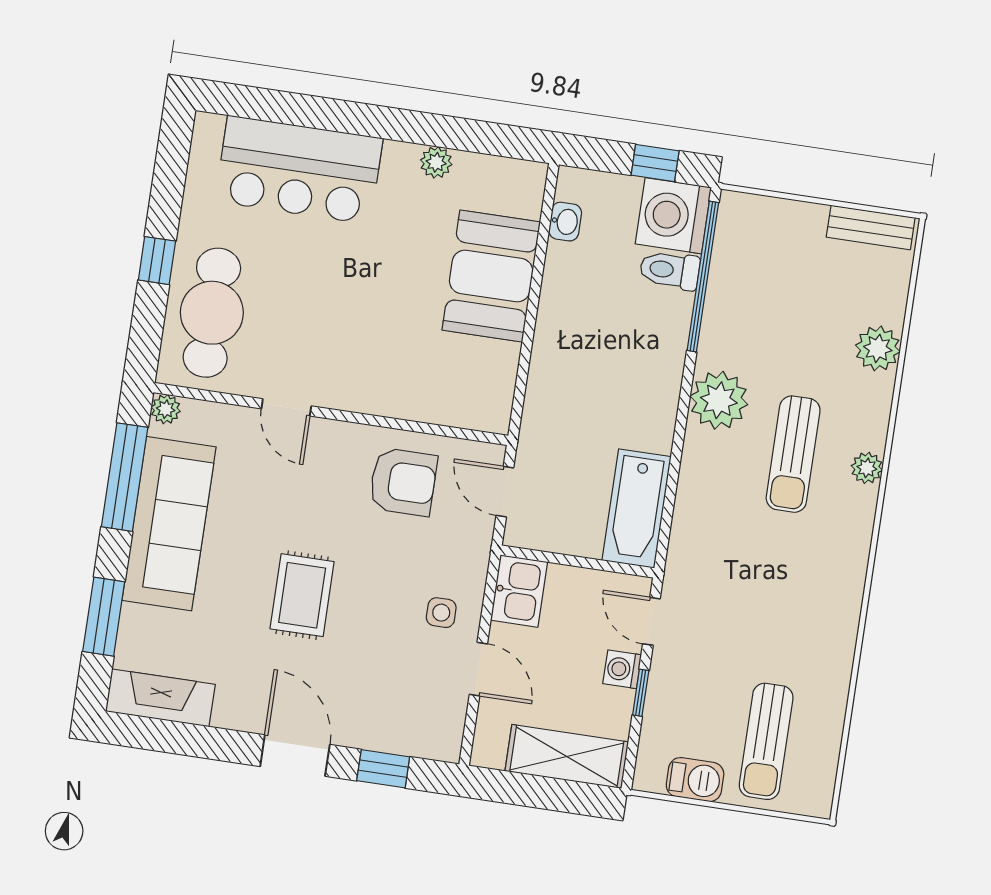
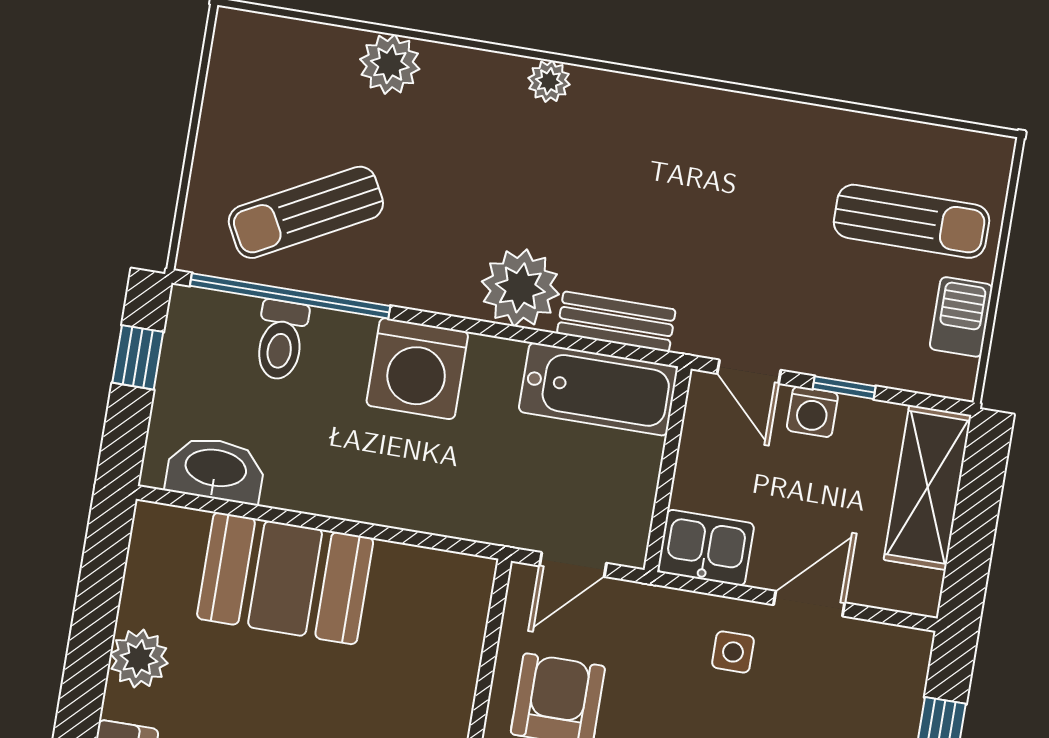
plant: (436, 162) -> (139, 659), width x1.38, depth x1.38
washing machine: (673, 216) -> (417, 369), moved
washbasin: (565, 222) -> (216, 470), width x1.91, depth x1.45
bench: (871, 227) -> (616, 322), moved, turned 90
plant: (719, 400) -> (520, 288), moved
sun lounger: (793, 454) -> (306, 212), moved, turned 152
door: (651, 621) -> (749, 372), hinge flipped

